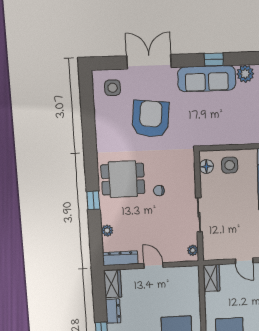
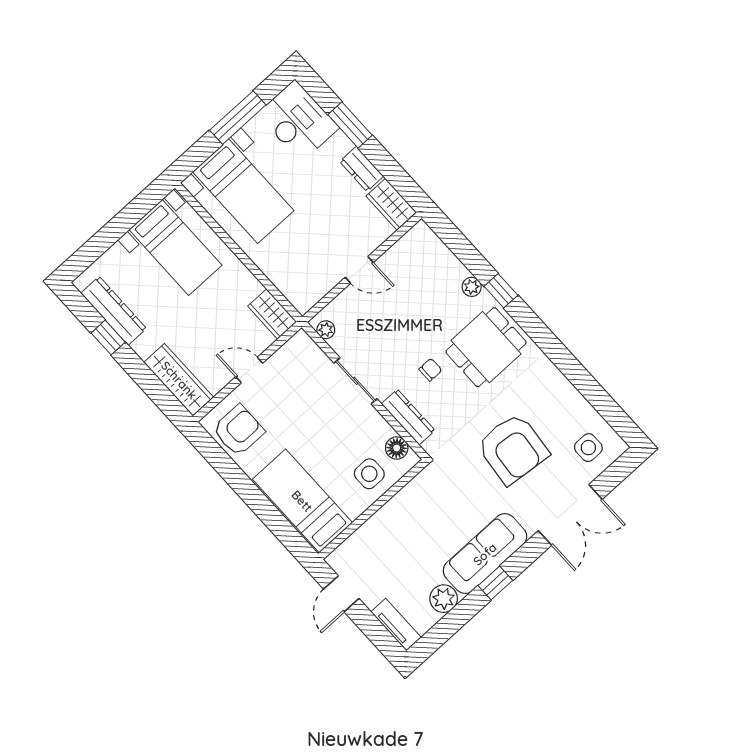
plant: (107, 231) -> (472, 287), moved
dresser: (120, 258) -> (408, 417), moved, turned -90

